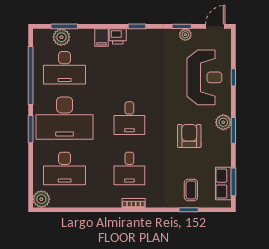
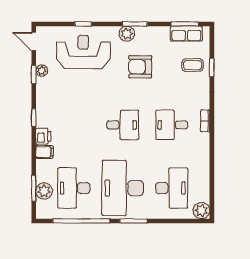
desk: (65, 68) -> (74, 188), turned 180
desk: (65, 118) -> (123, 188), turned 180
desk: (129, 168) -> (172, 125), turned 180

